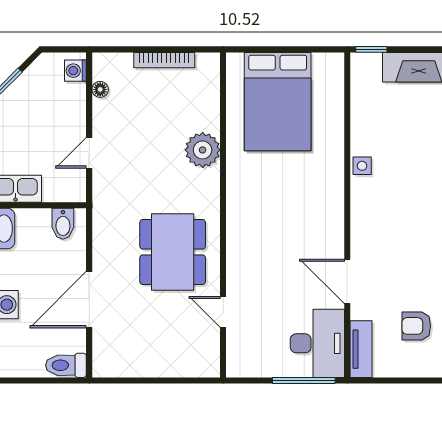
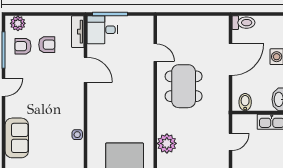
desk: (317, 343) -> (102, 30), width x0.73

